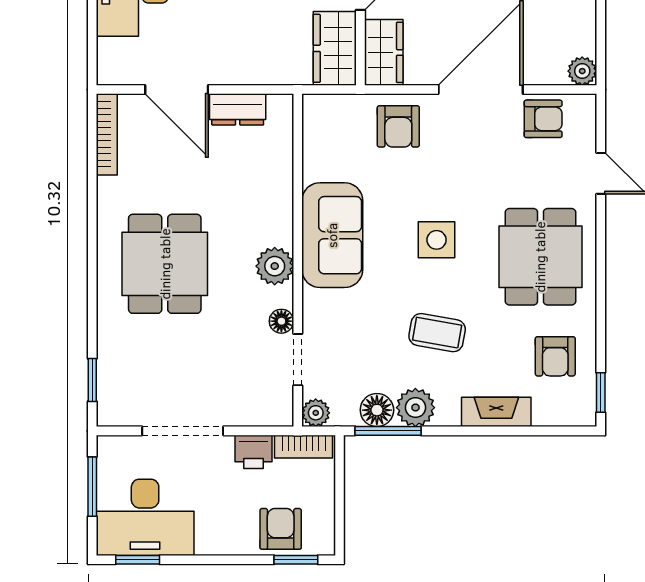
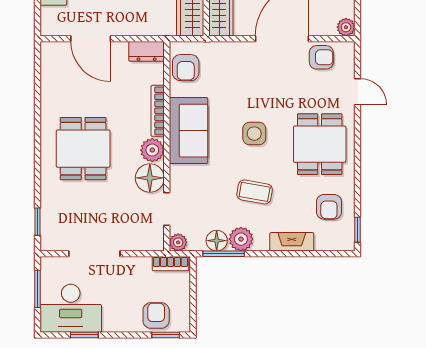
dresser: (238, 109) -> (147, 51), moved
armchair: (398, 126) -> (186, 68), moved
bookcase: (107, 134) -> (158, 111), moved, turned 180
floor lamp: (281, 321) -> (150, 178), width x1.89, depth x1.89
printer: (254, 452) -> (139, 267), removed
window: (138, 560) -> (84, 335), moved

